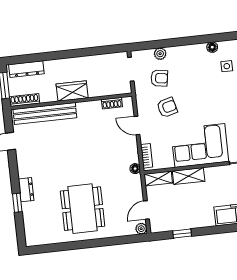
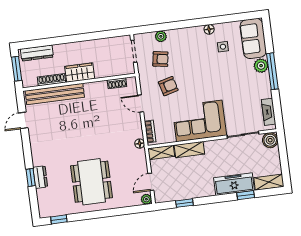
shoe rack: (24, 100) -> (51, 80), moved
dresser: (26, 190) -> (40, 177), moved
window: (47, 248) -> (59, 219), added

